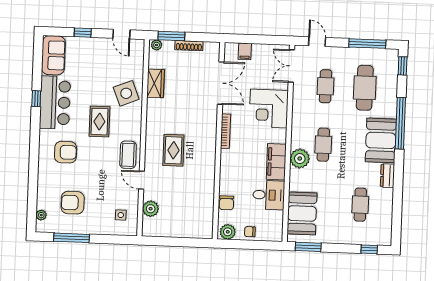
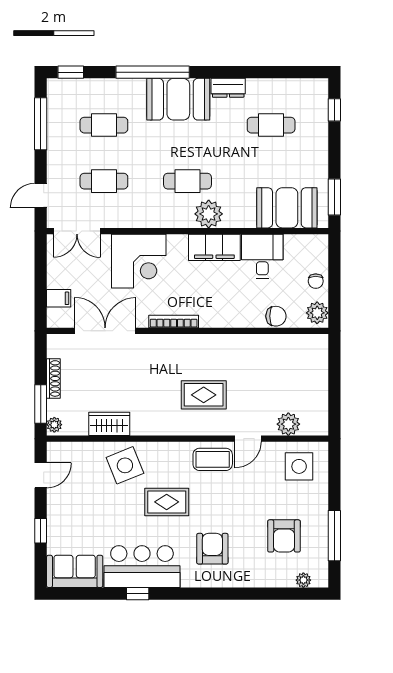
cafe table: (365, 88) -> (104, 125), width x0.73, depth x0.74
side table: (121, 215) -> (299, 466), width x1.87, depth x1.87

